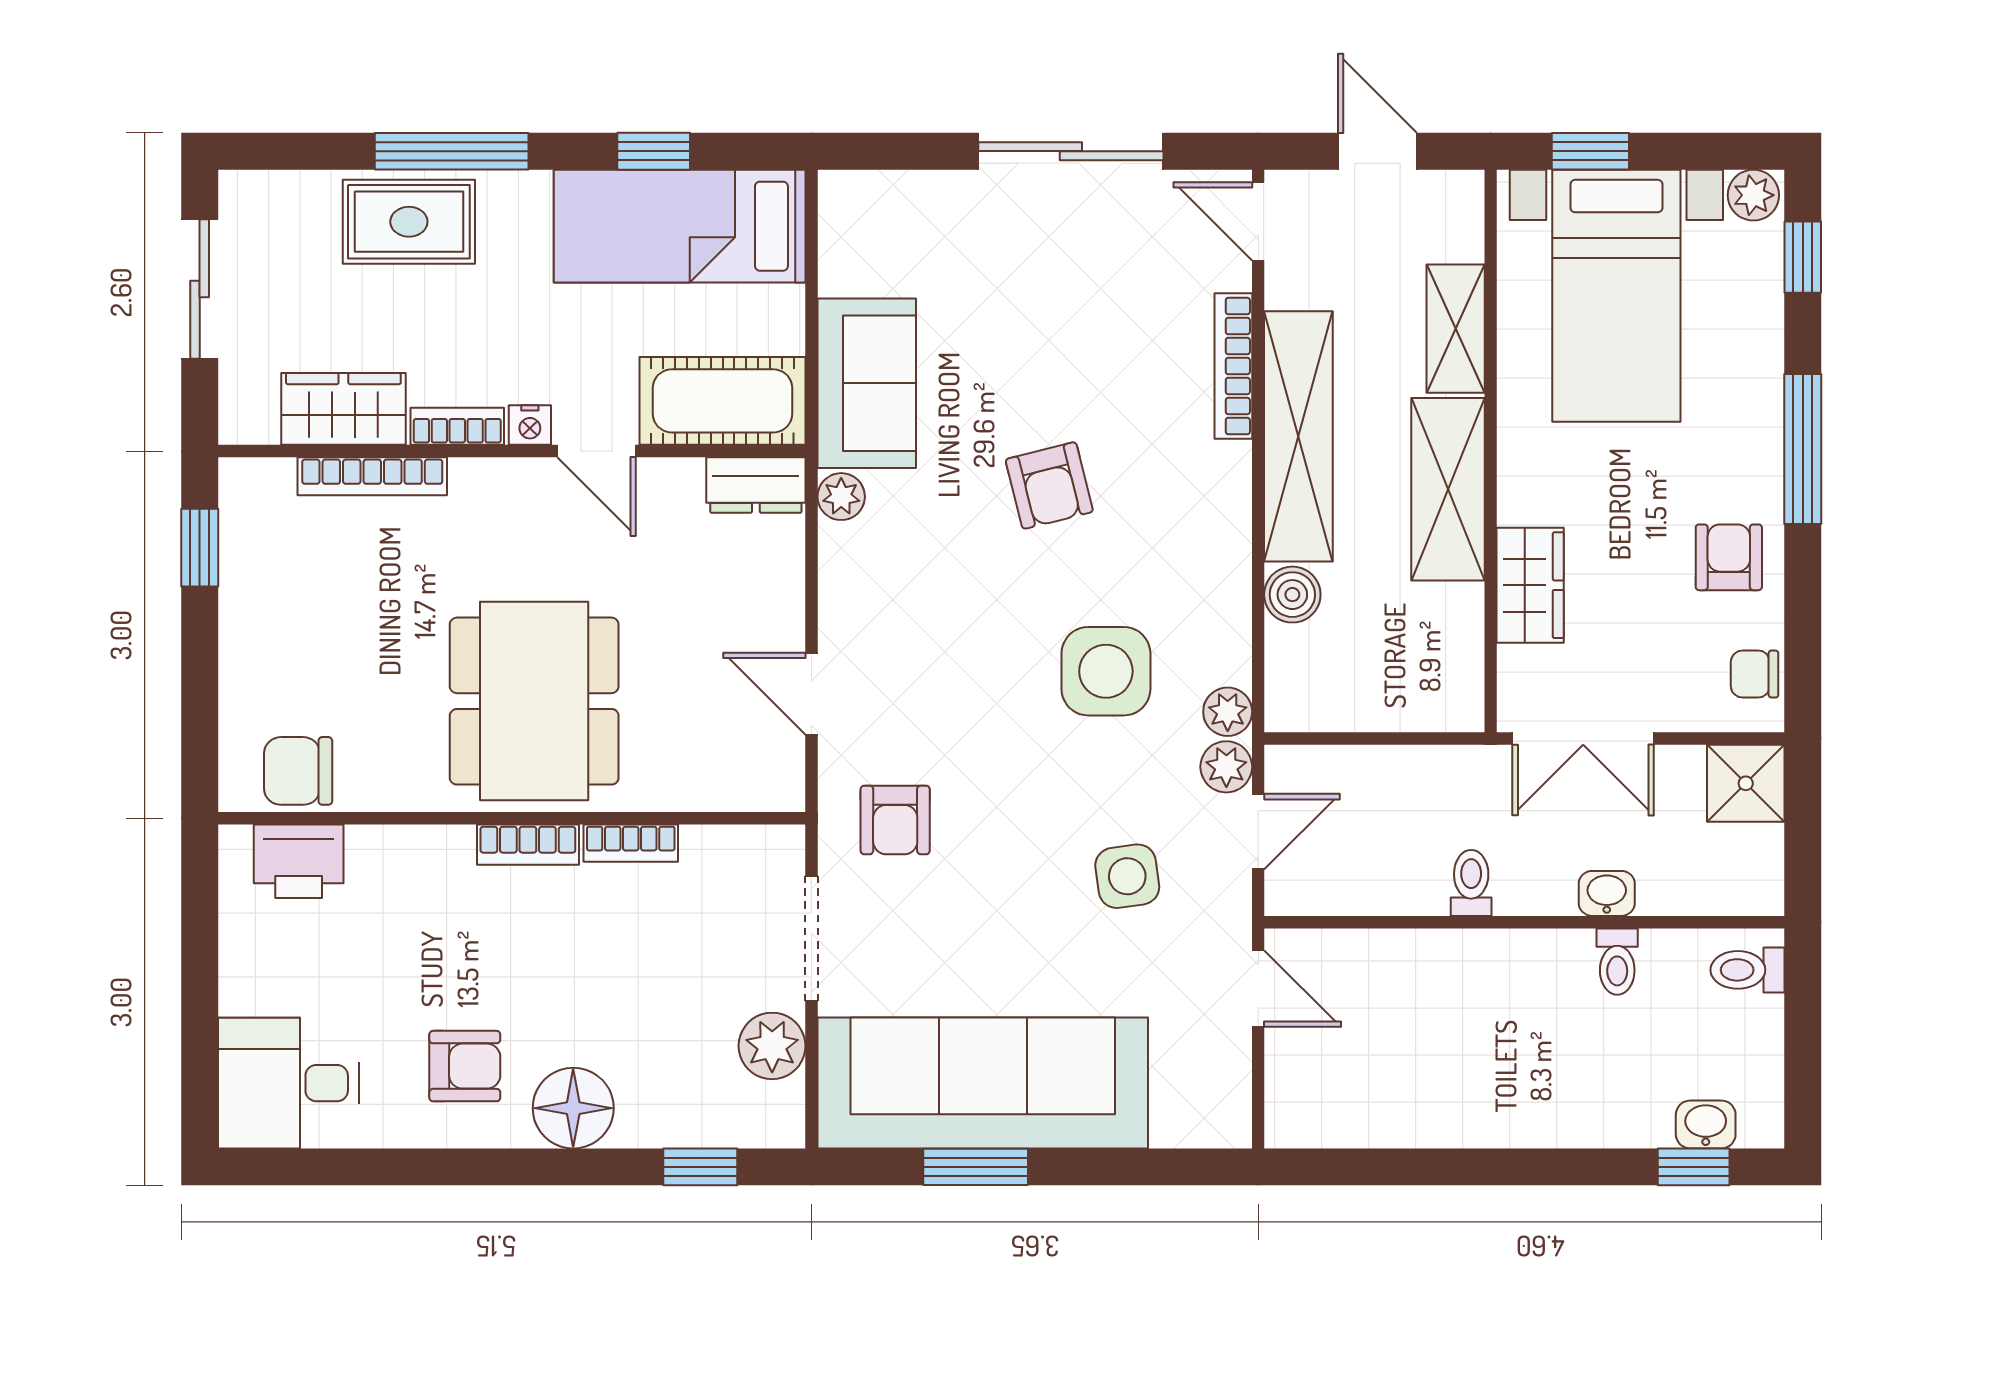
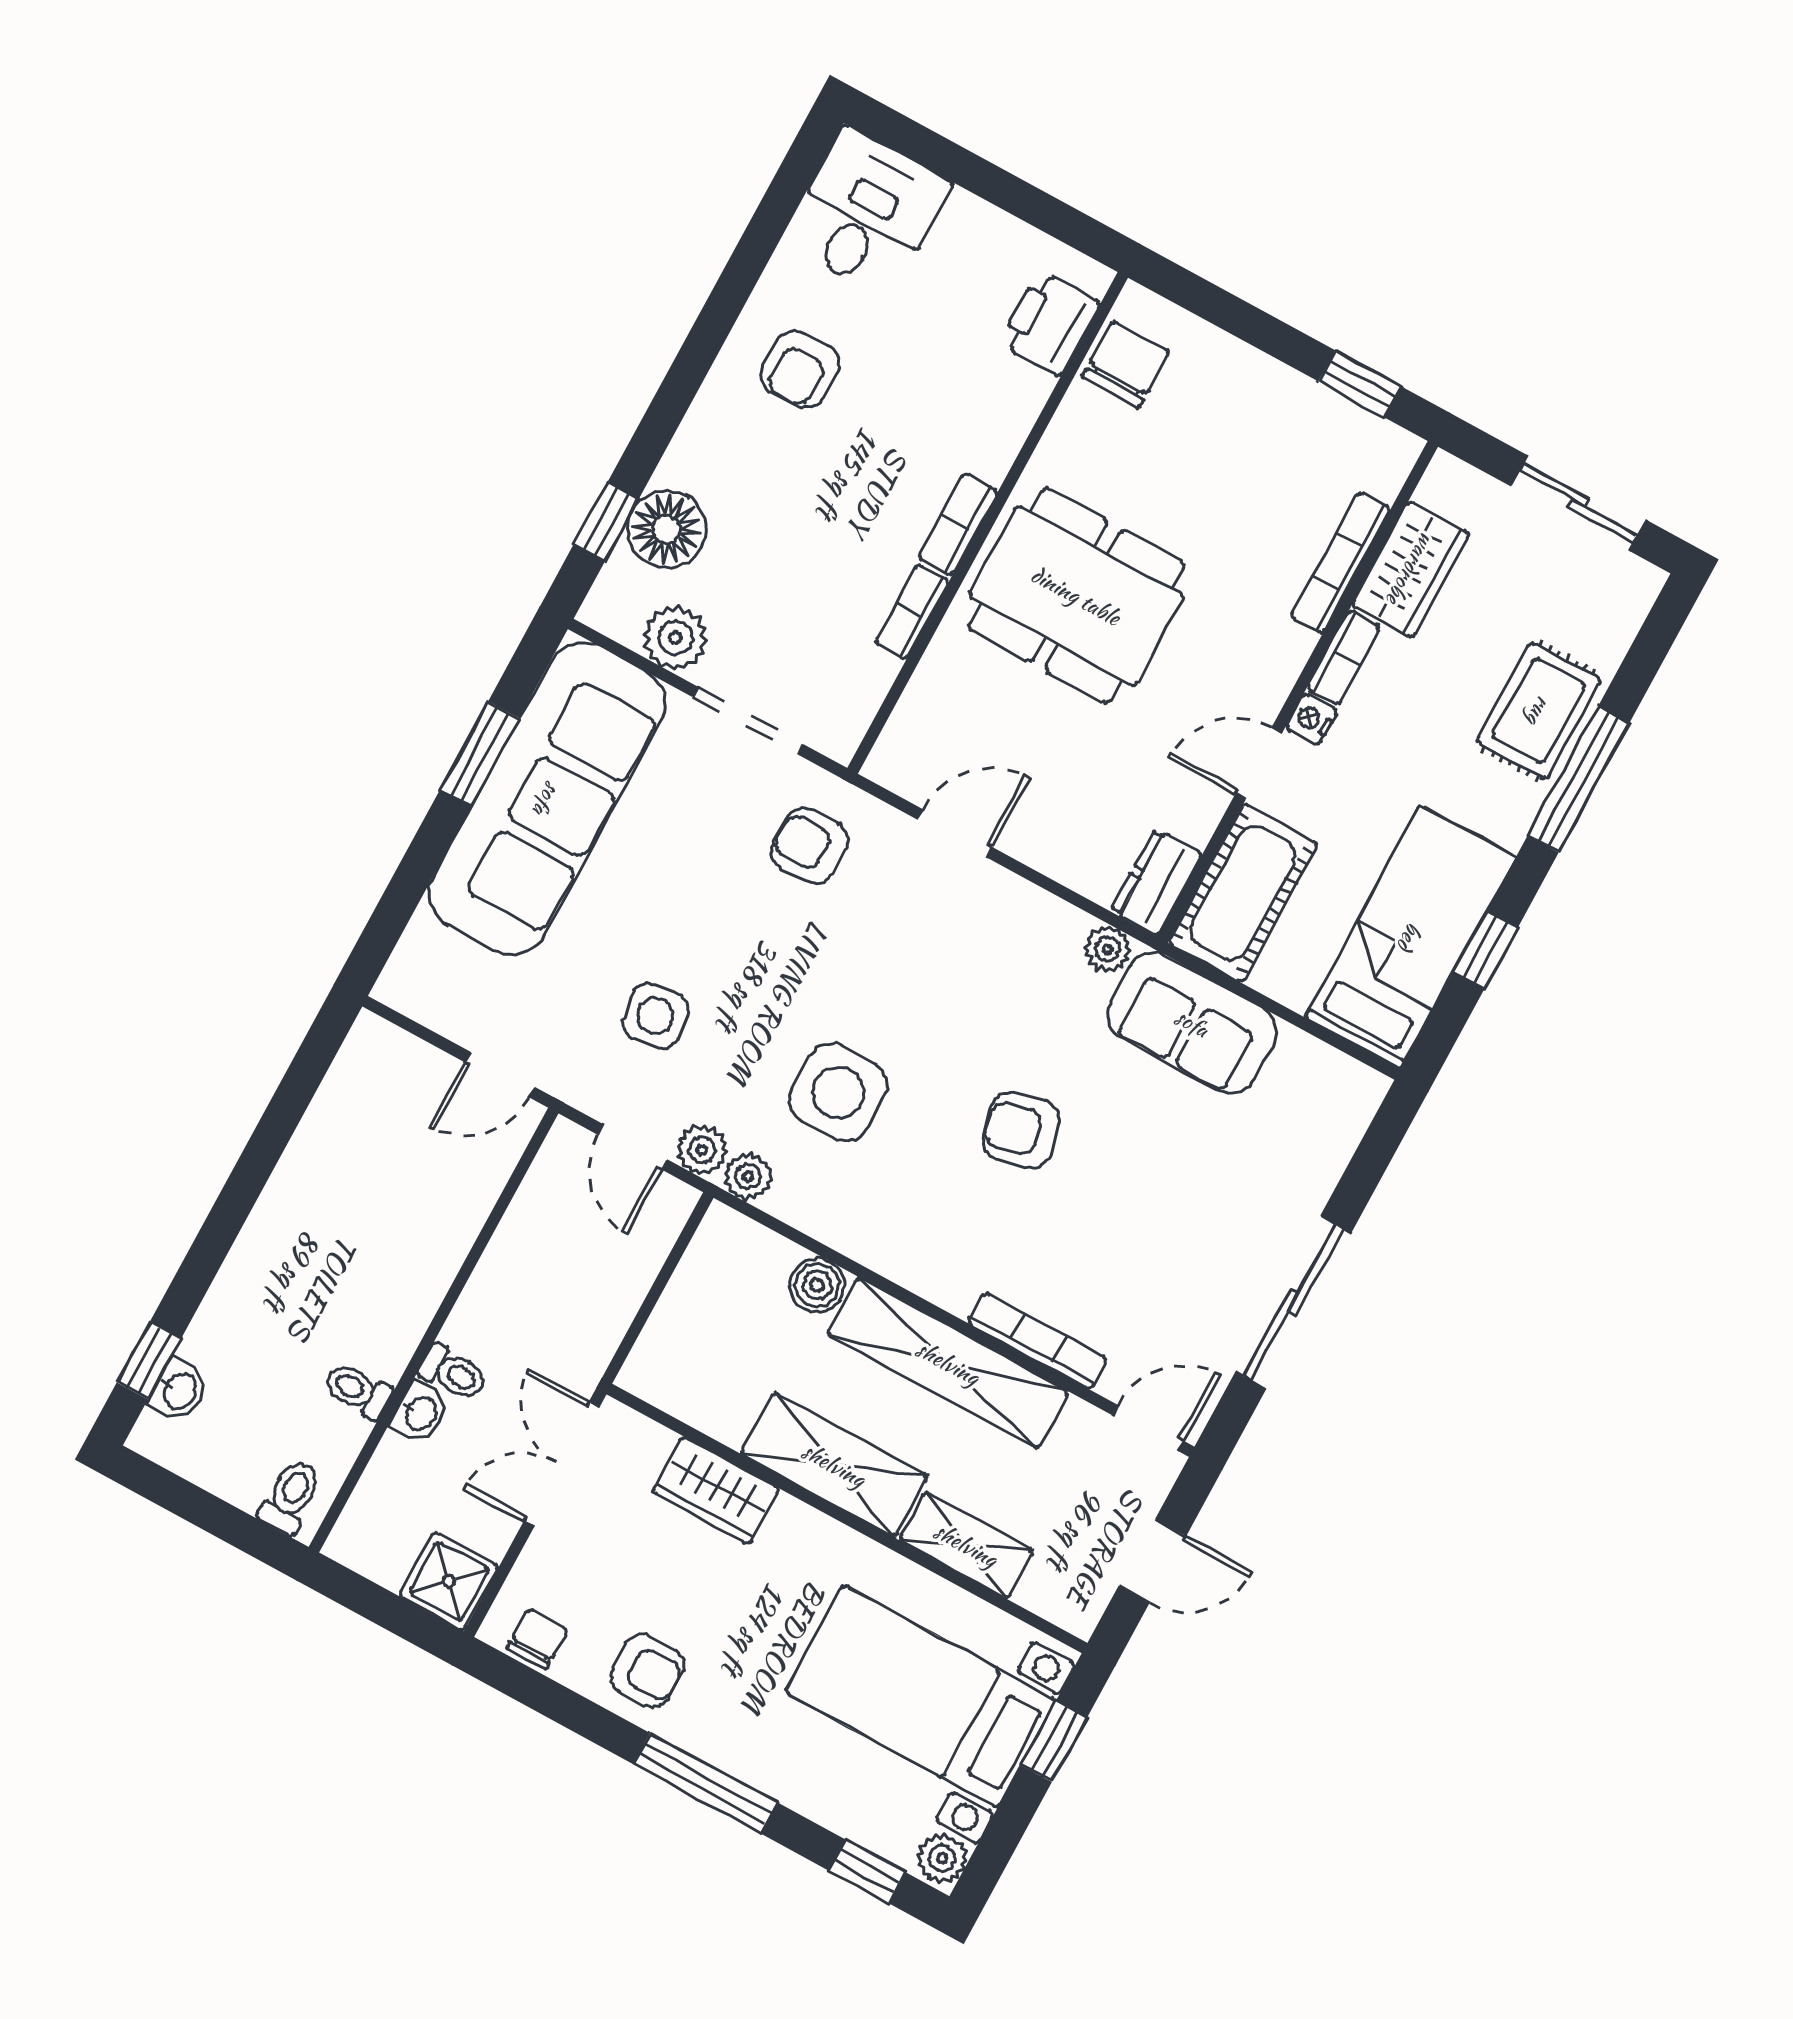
toilet: (1471, 883) -> (453, 1373), moved
floor lamp: (573, 1108) -> (667, 529), moved

